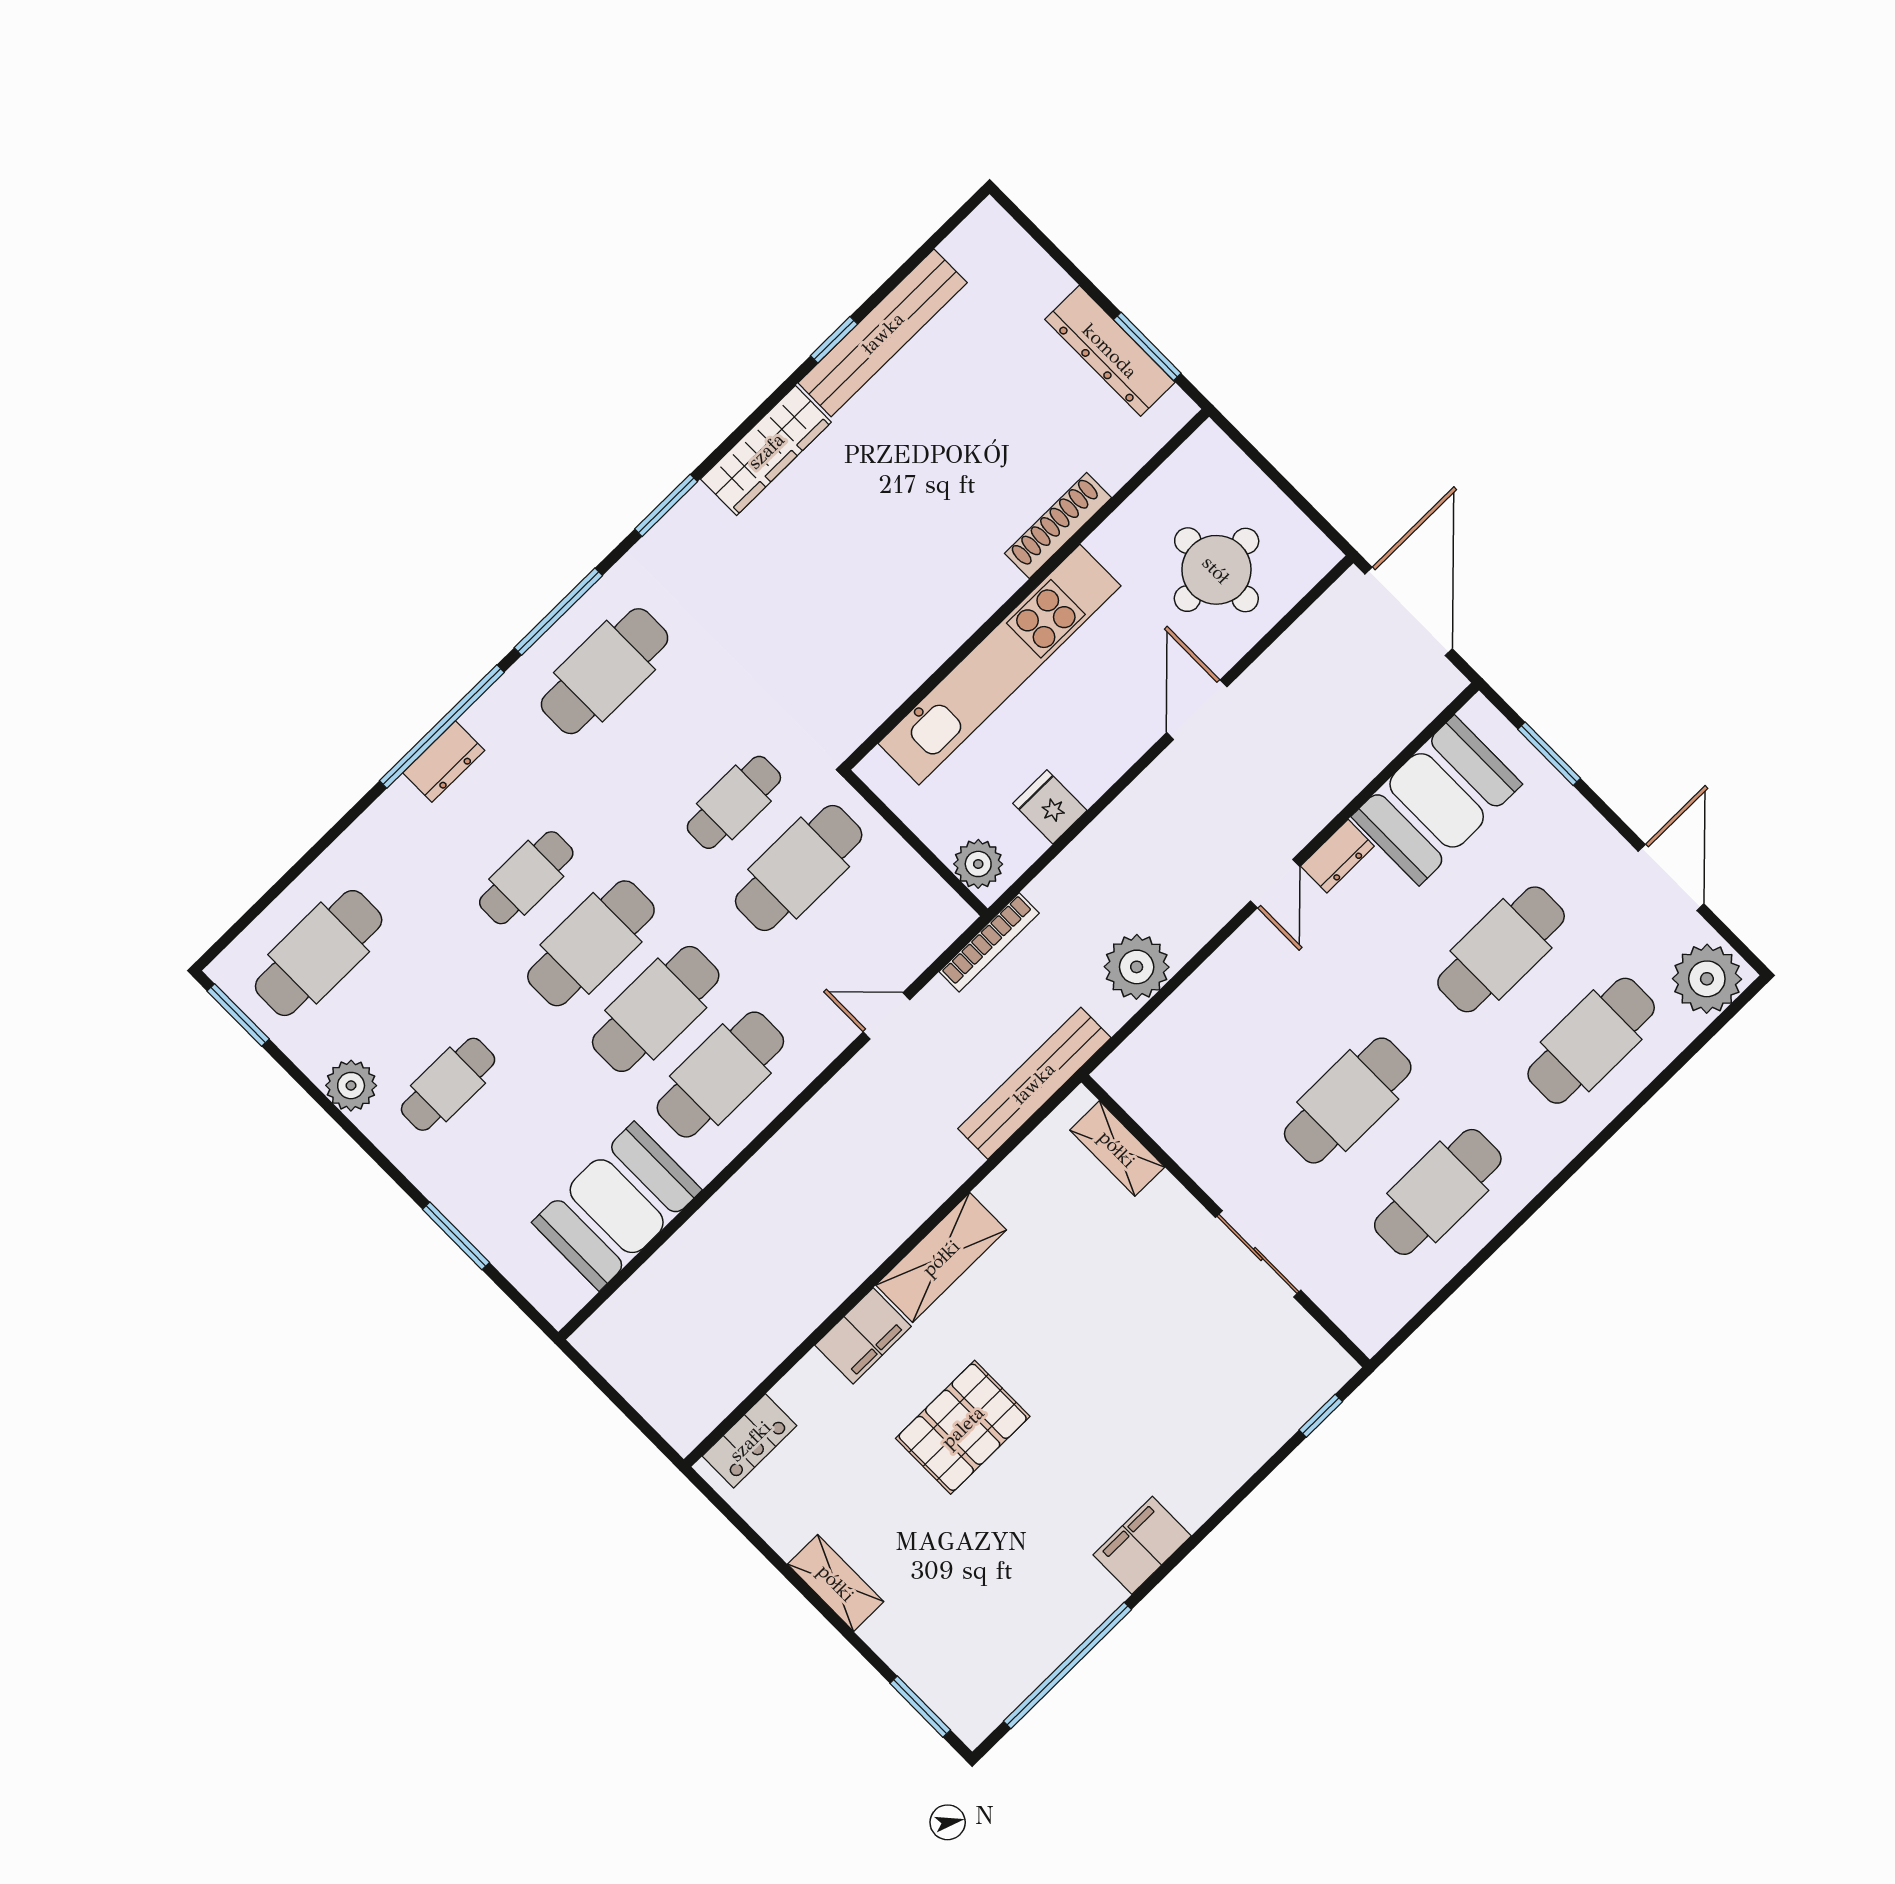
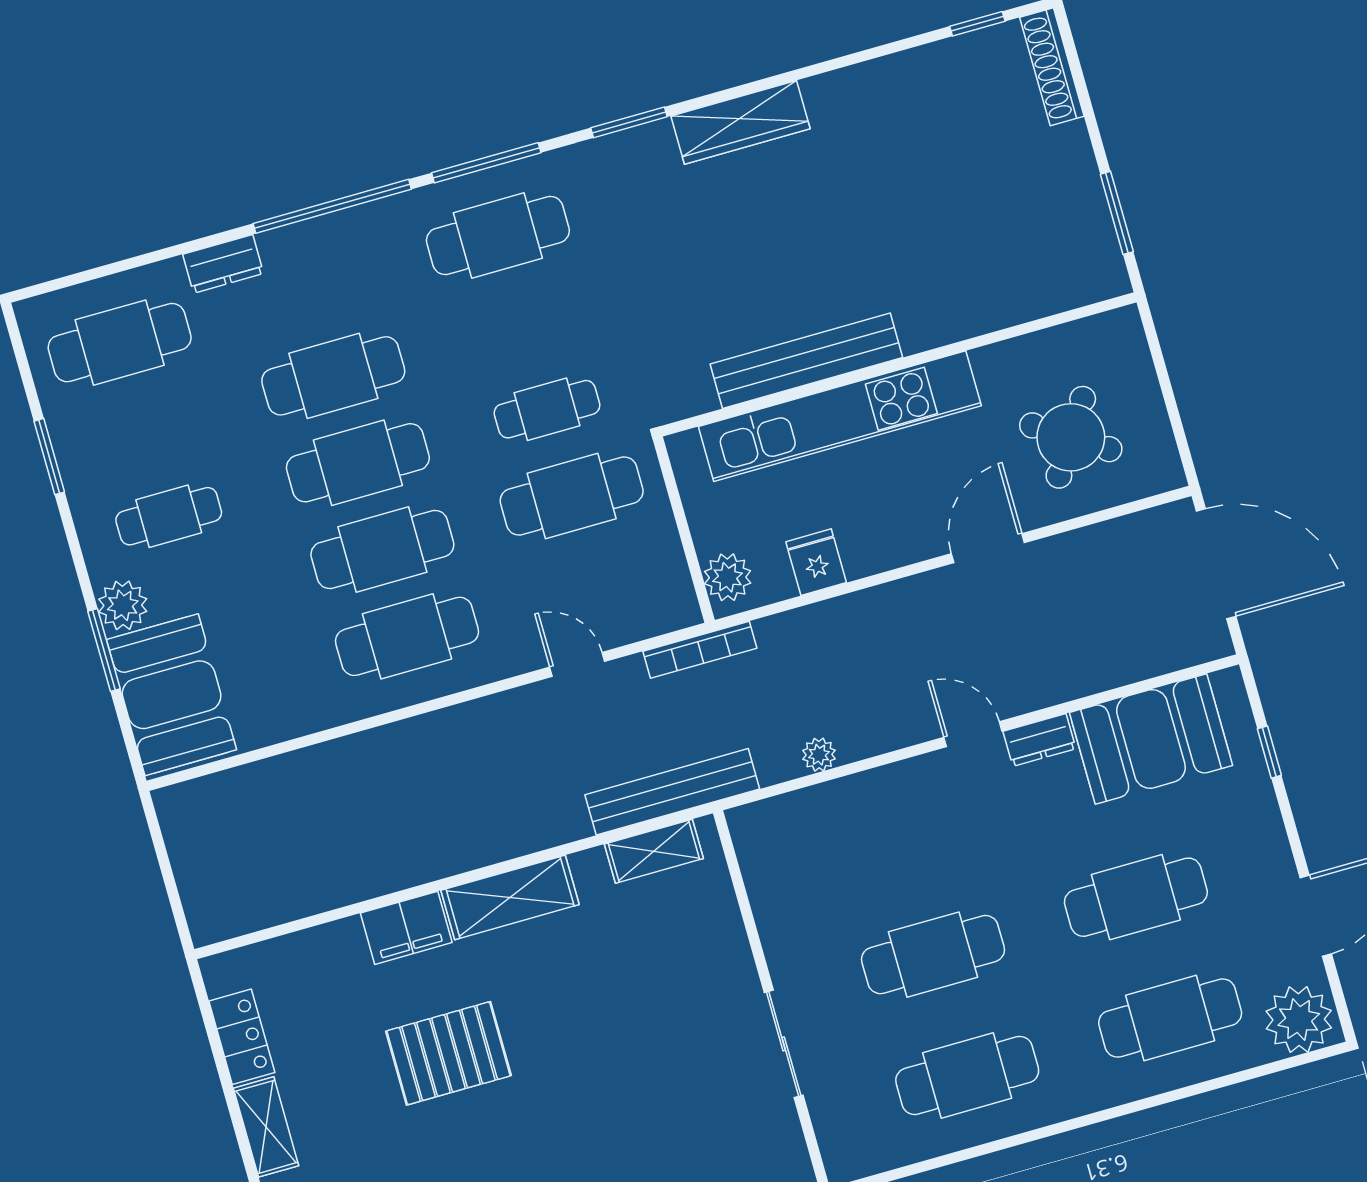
bench: (883, 333) -> (806, 361), moved
window: (834, 340) -> (977, 24), moved
dresser: (1110, 351) -> (1083, 199), removed
shoe rack: (1058, 525) -> (1052, 67), moved, turned -90
round table: (1216, 570) -> (1071, 437), turned 33
door: (1409, 611) -> (1216, 564), hinge flipped
window: (1549, 754) -> (1269, 752), width x0.67
dresser: (444, 762) -> (223, 264), moved
cafe table: (526, 878) -> (333, 376), width x1.37, depth x1.35
door: (1275, 884) -> (973, 734), swing flipped
plant: (1137, 967) -> (819, 755), width x0.53, depth x0.53
window: (238, 1015) -> (49, 457), moved
plant: (351, 1086) -> (123, 605), moved
shelving: (1117, 1149) -> (654, 851), moved, turned 90
booth: (617, 1206) -> (172, 695), moved, turned 90
locker: (750, 1441) -> (242, 1037), moved, turned -90

